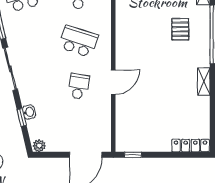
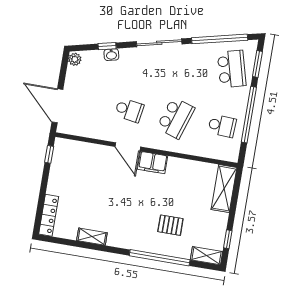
filing cabinet: (124, 56) -> (153, 163), added
shelving: (204, 82) -> (92, 237), moved

